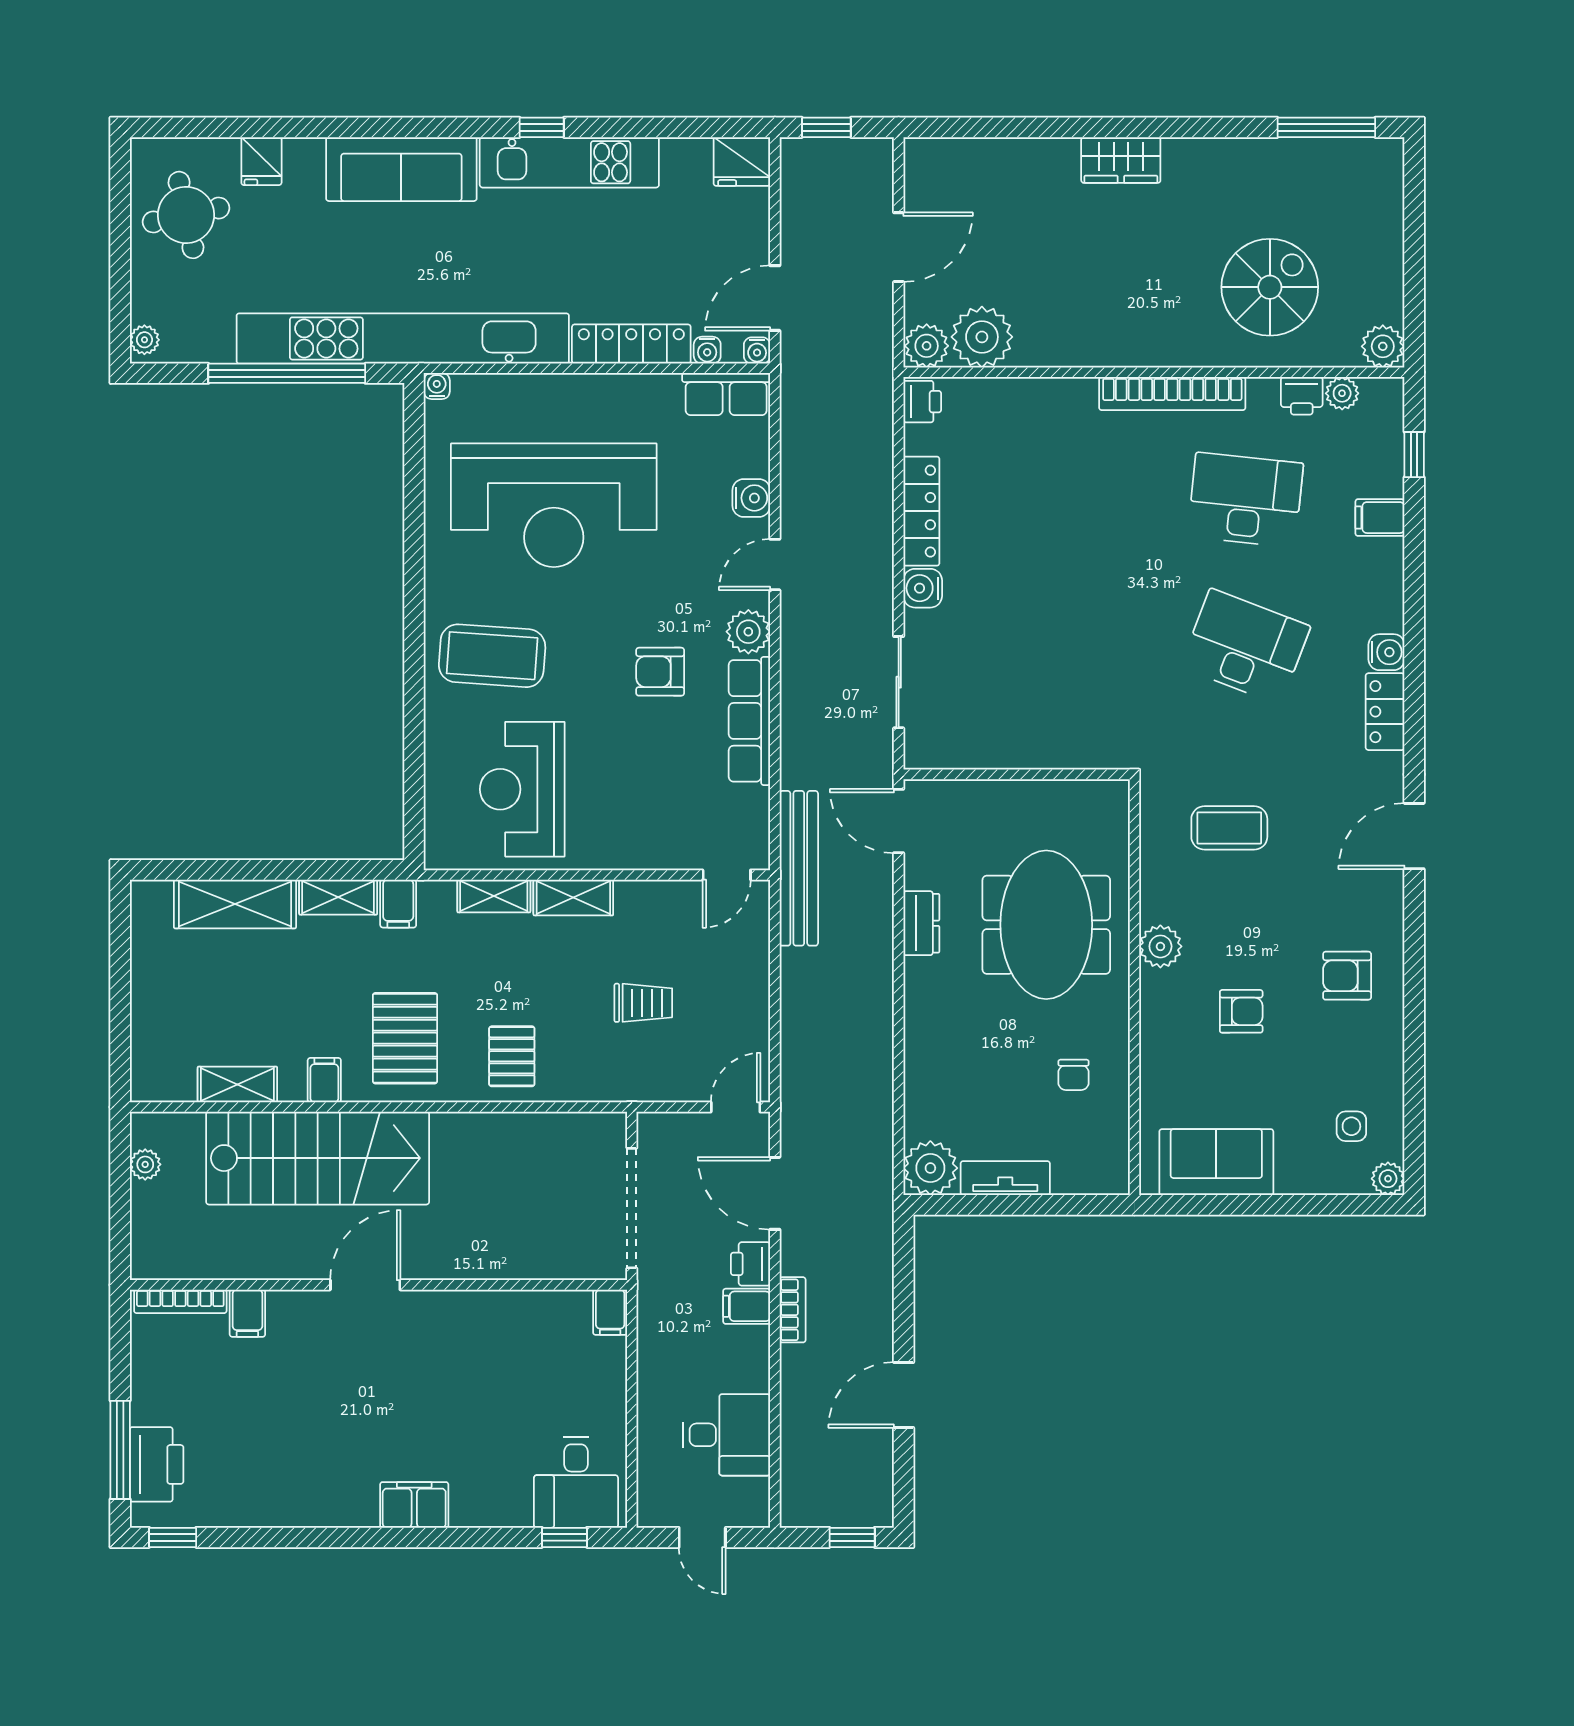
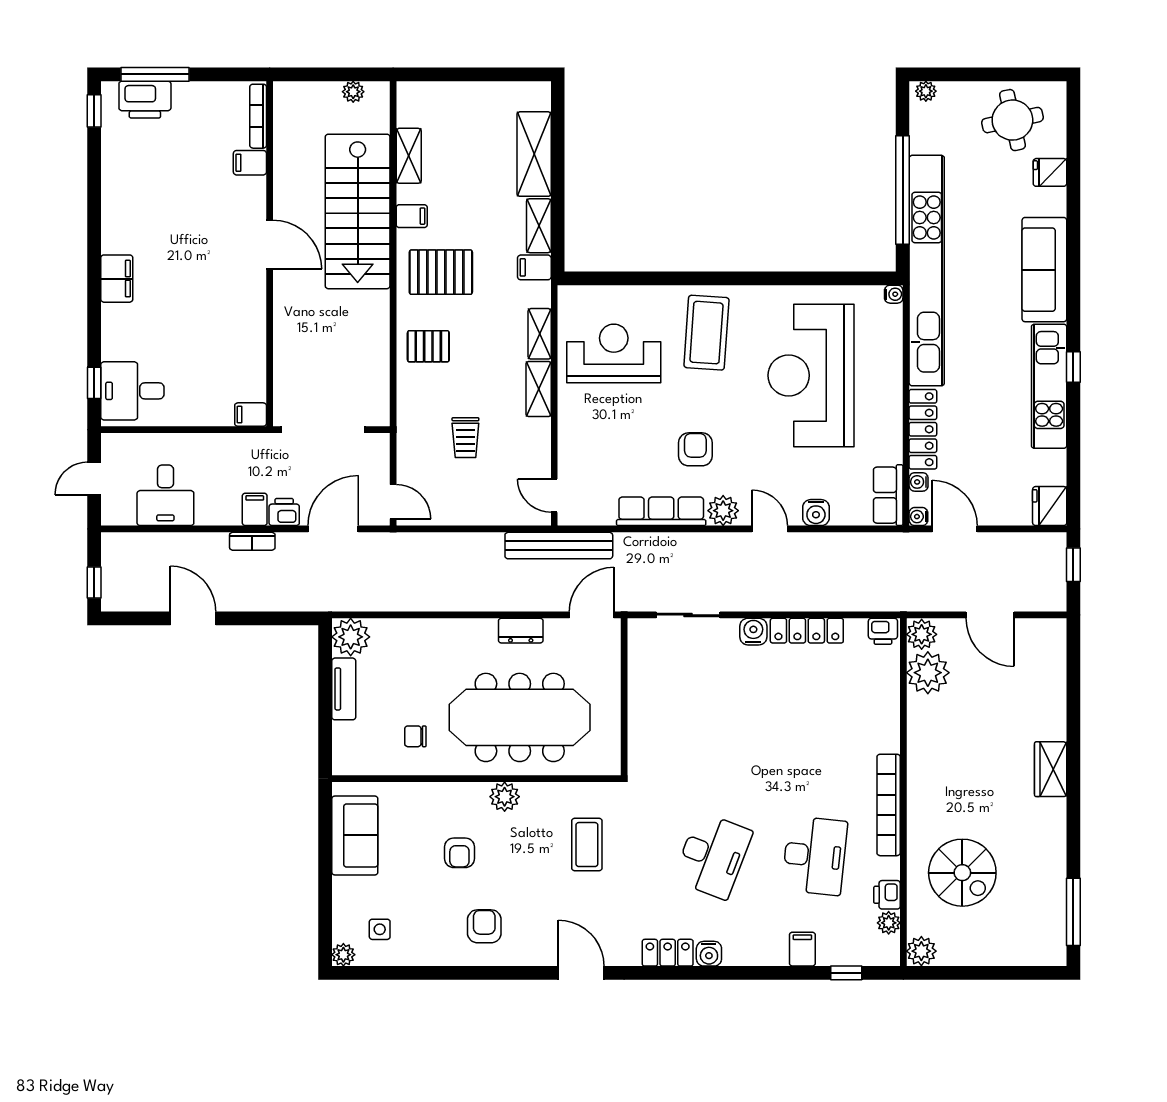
meeting table: (1046, 925) -> (520, 717), width x1.36

